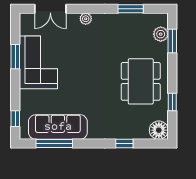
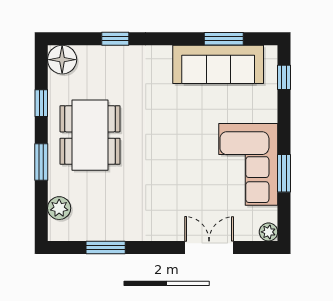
double door: (50, 9) -> (209, 247), moved
plant: (86, 19) -> (268, 232), moved
window: (172, 41) -> (41, 162), moved
window: (54, 144) -> (224, 39), width x0.69

